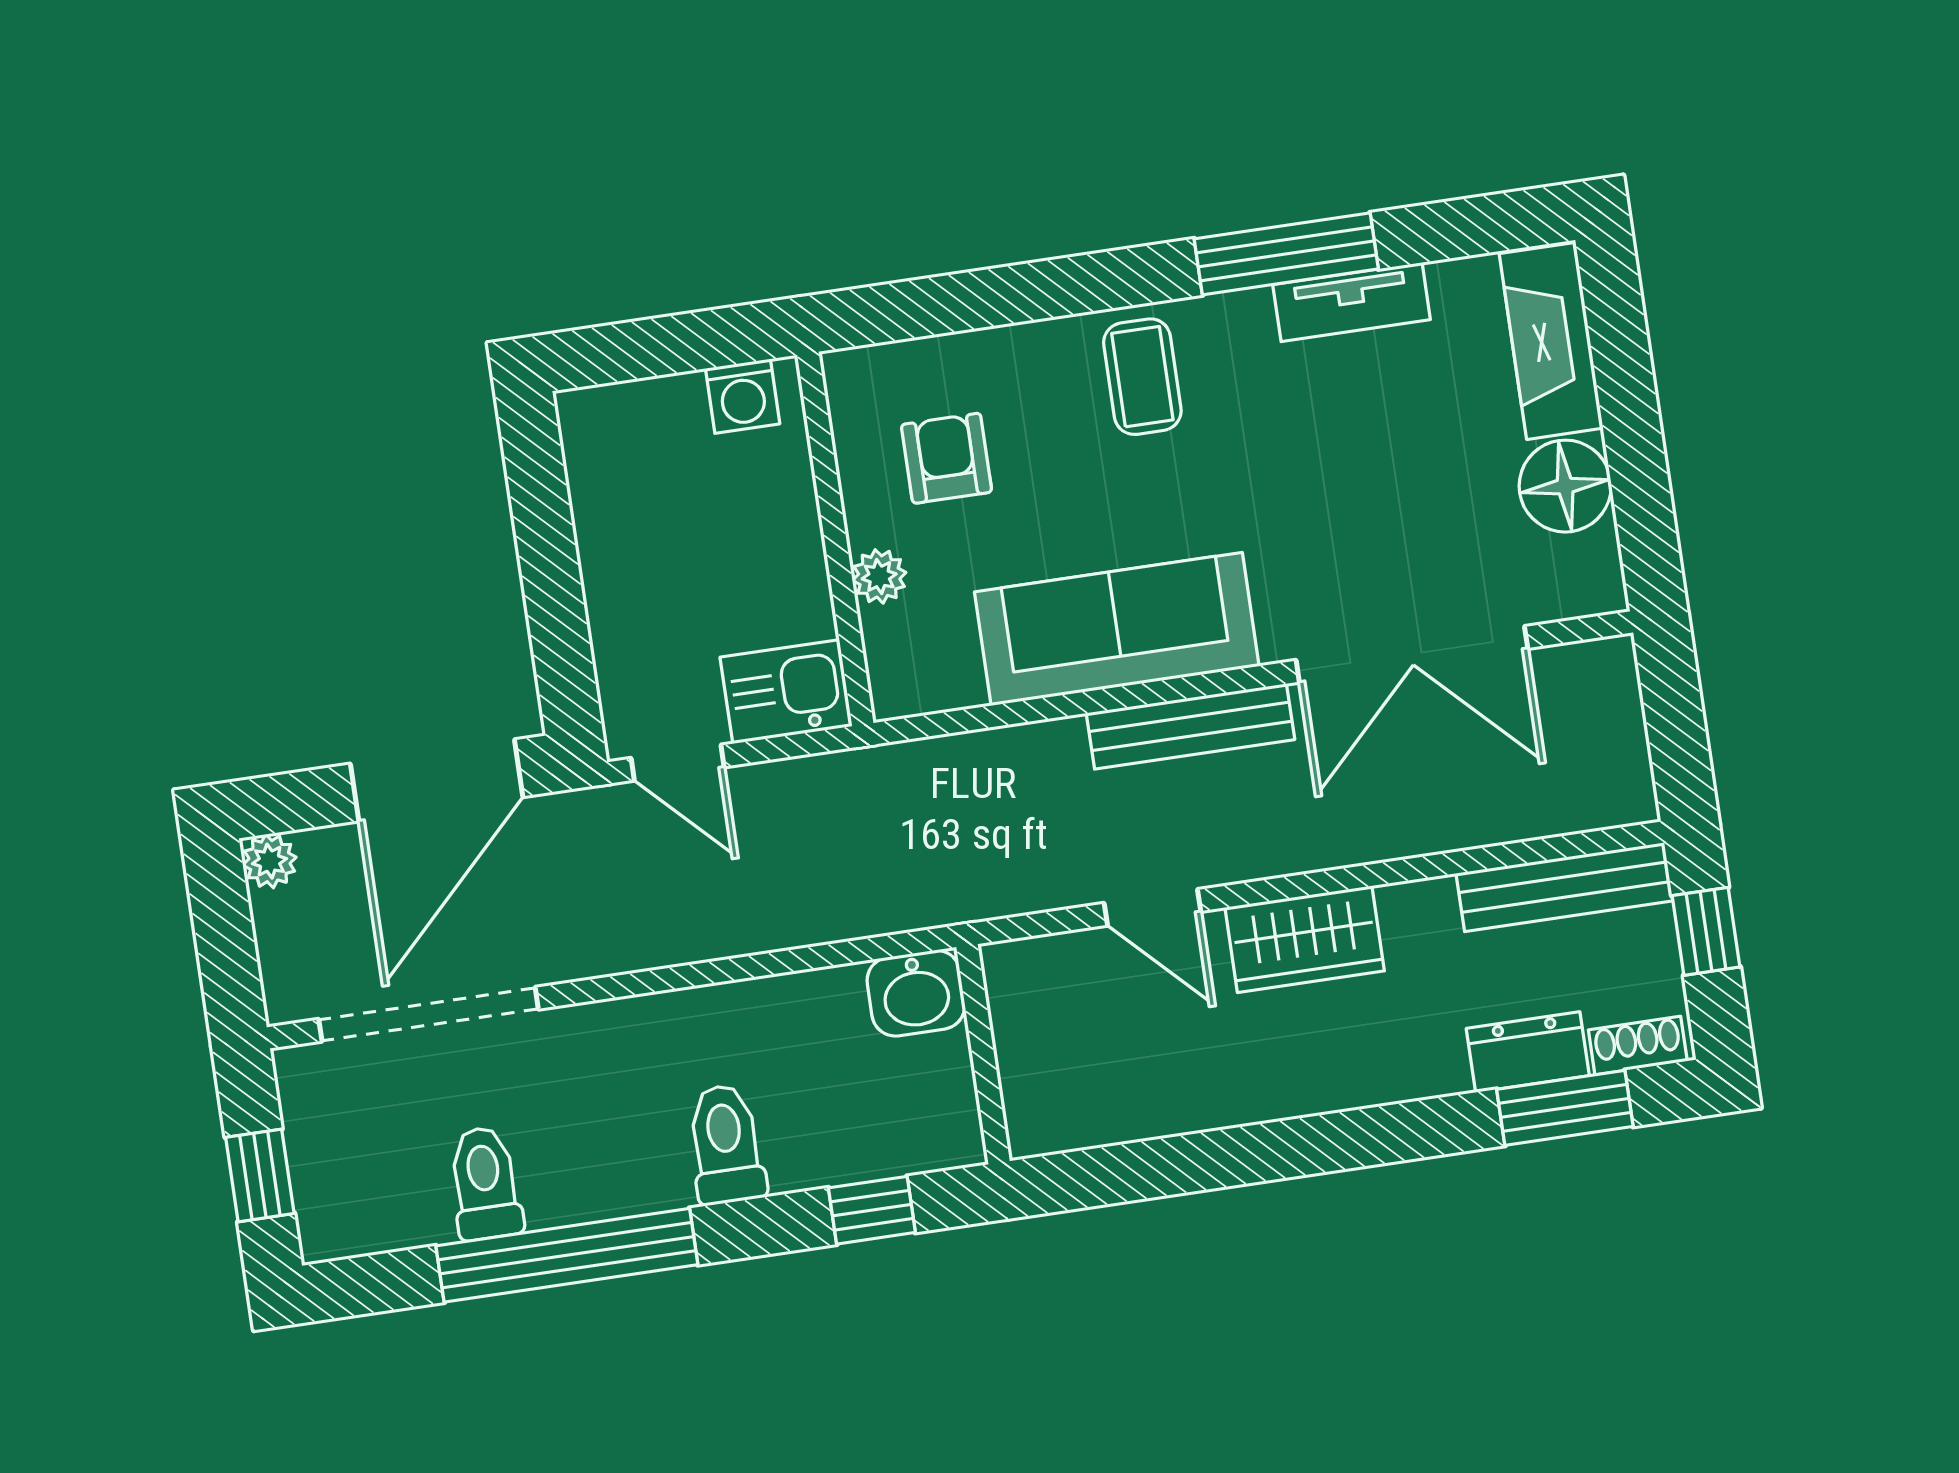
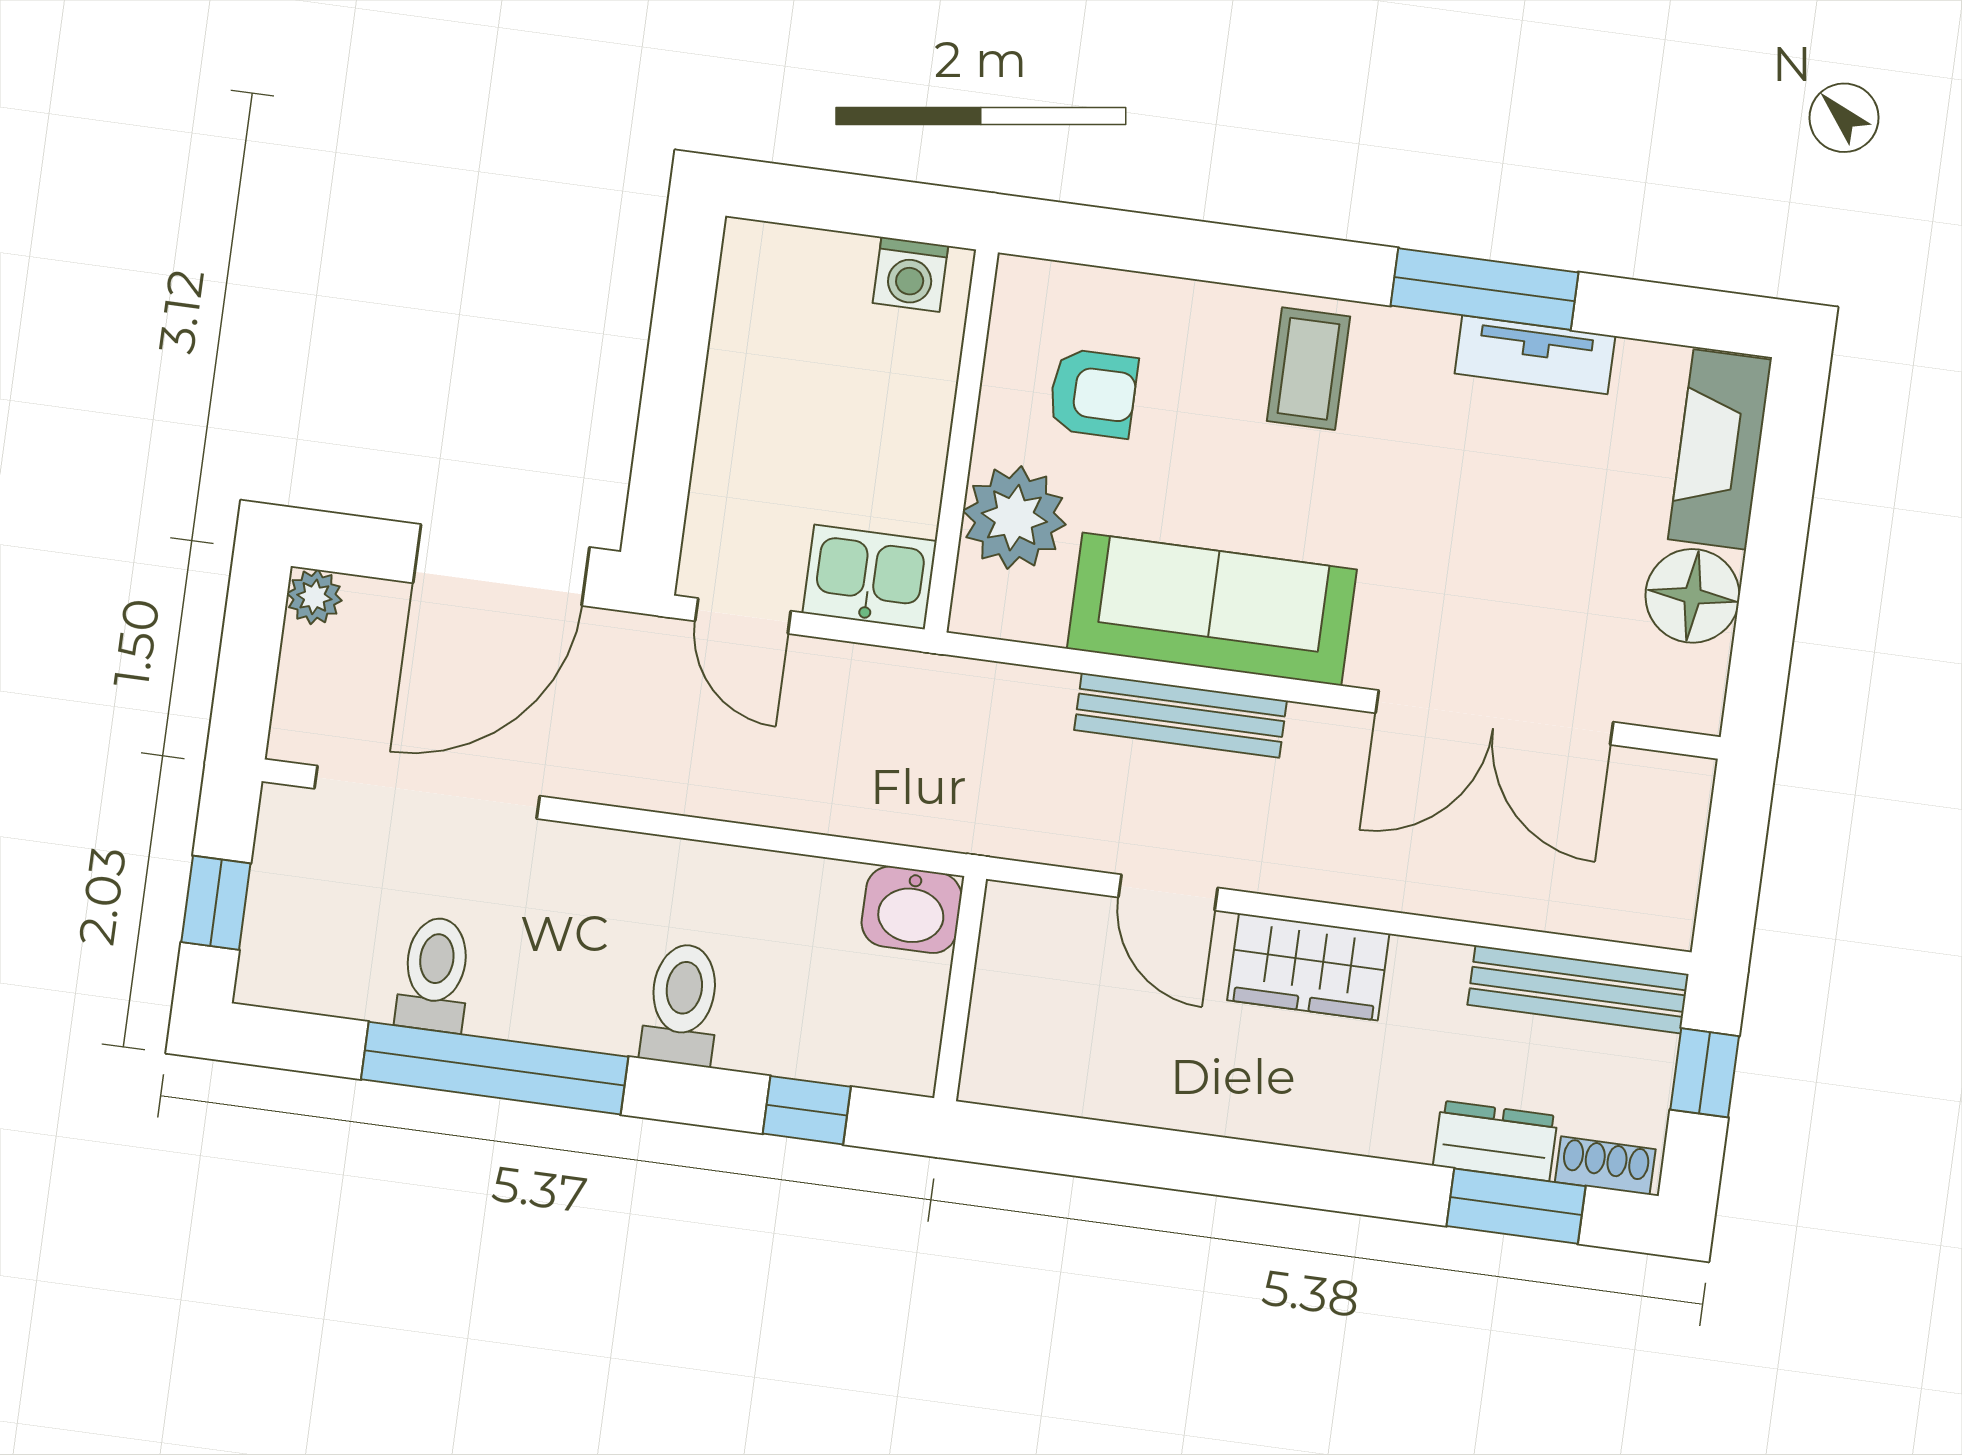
armchair: (947, 458) -> (1093, 393), turned 90
plant: (879, 576) -> (1014, 518), width x1.88, depth x1.88
bench: (1190, 726) -> (1181, 715), moved

